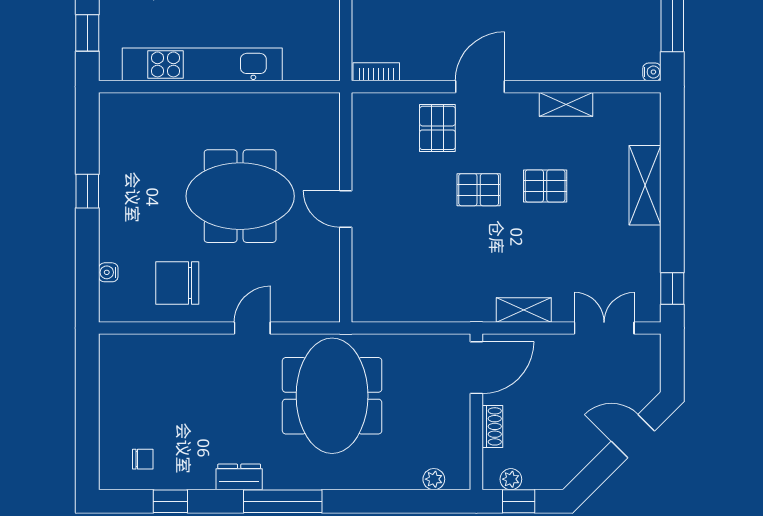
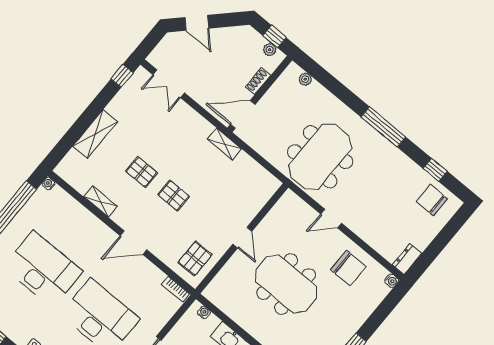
water cooler: (315, 72) -> (204, 313), added
pallet: (437, 128) -> (195, 259), moved
water cooler: (108, 272) -> (392, 281), moved
shelving: (524, 310) -> (224, 144), moved
chair: (143, 459) -> (432, 200), width x1.87, depth x1.87
dresser: (239, 477) -> (407, 259), moved, turned 90

